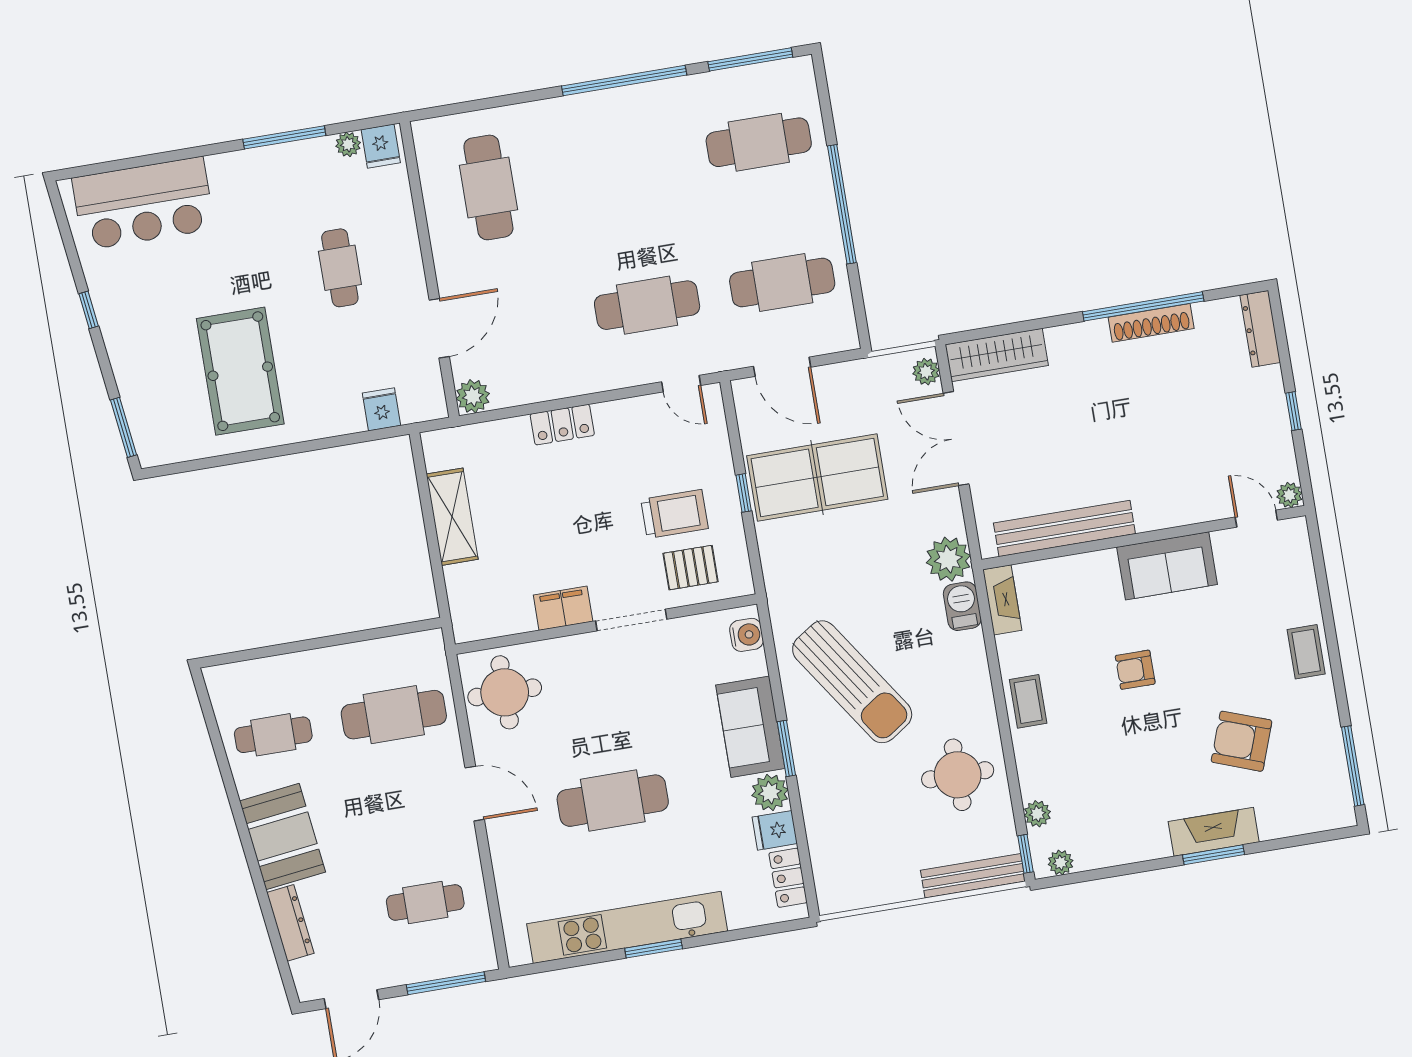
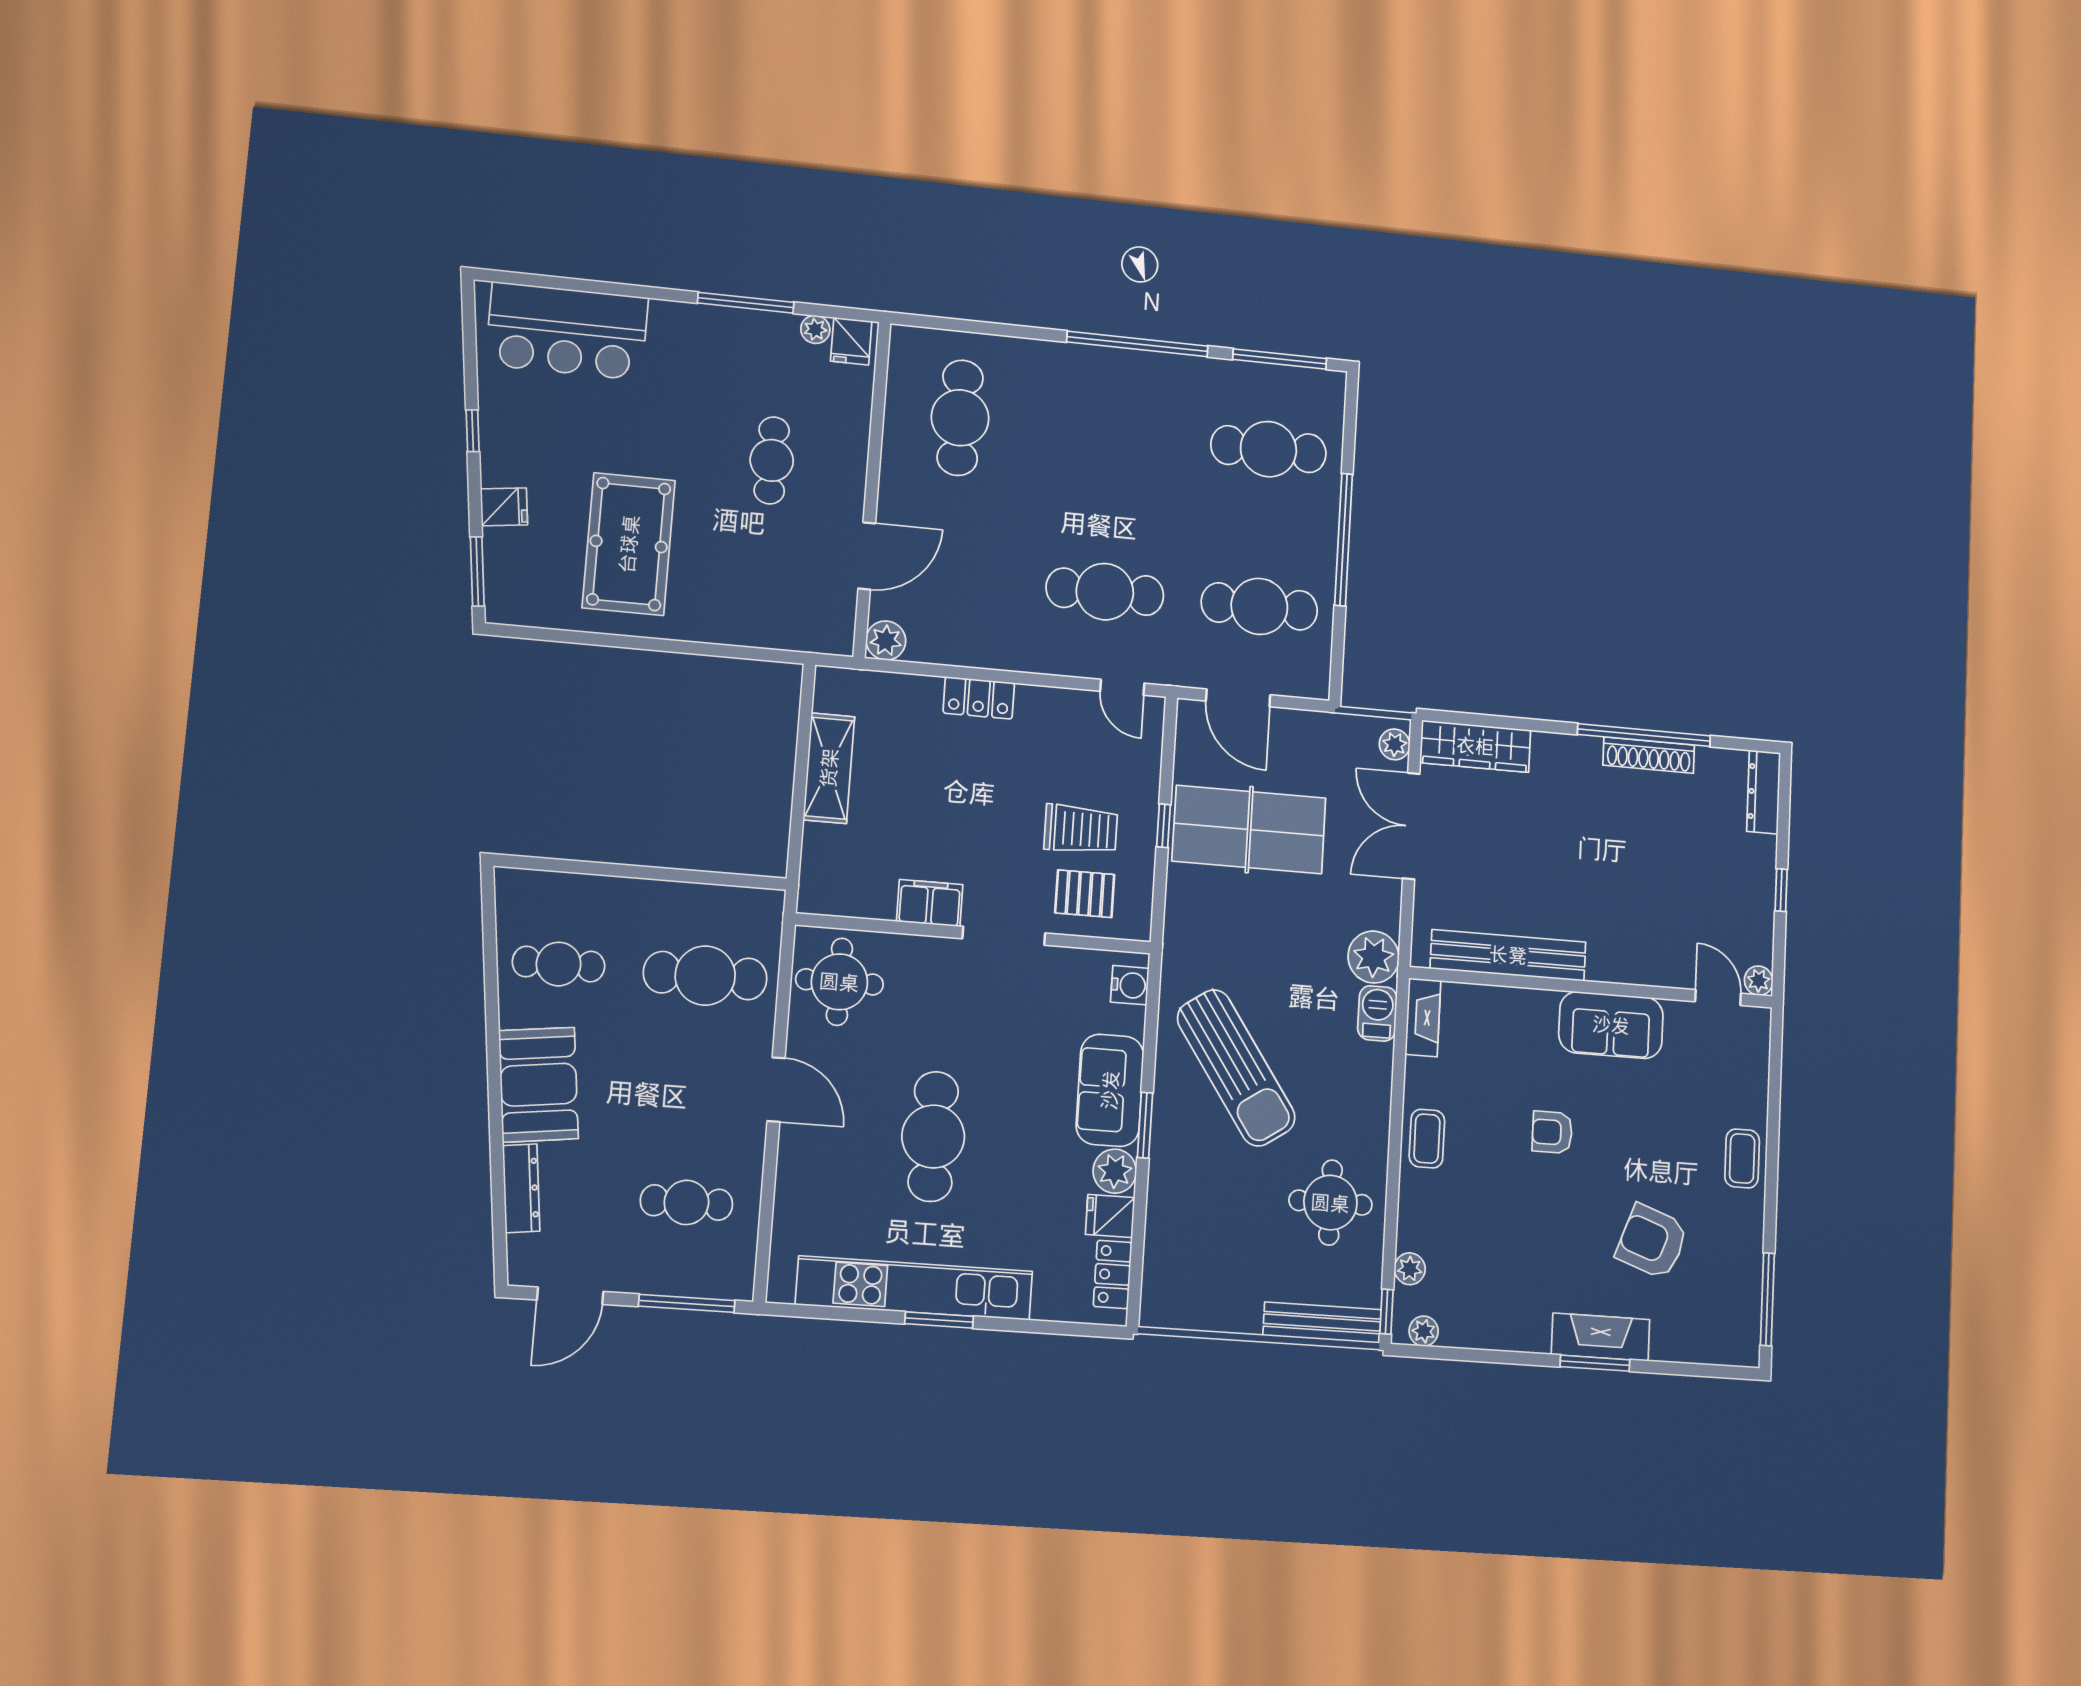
fridge: (382, 409) -> (504, 507), moved, turned 83
cafe table: (613, 801) -> (933, 1137), turned 90

